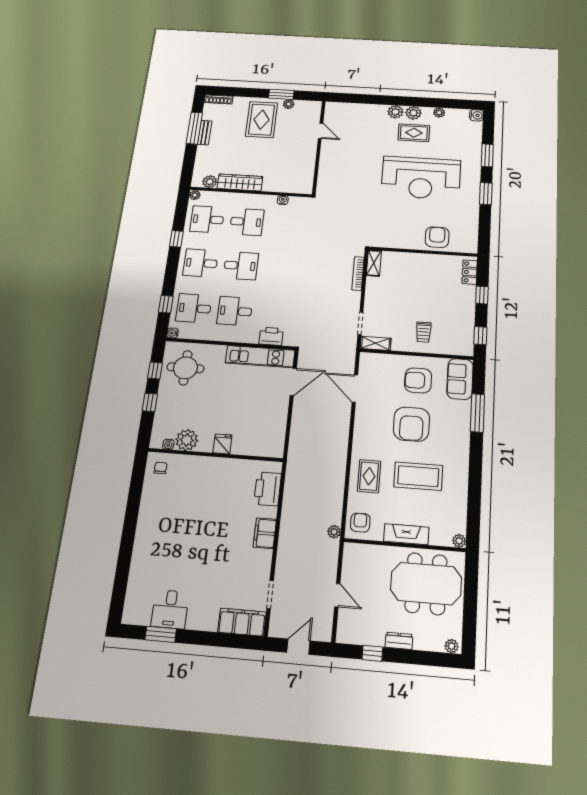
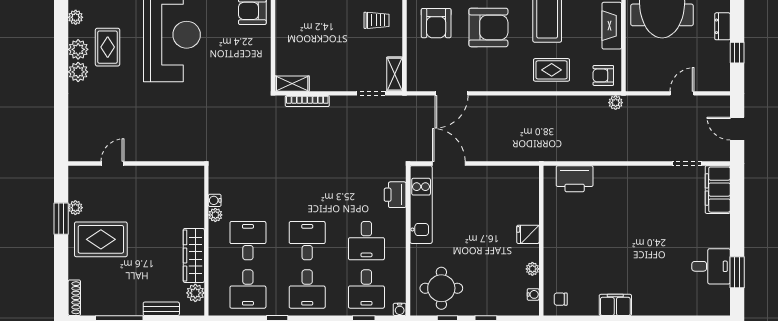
bench: (205, 133) -> (161, 309), moved
plant: (195, 195) -> (215, 215), moved
plant: (187, 440) -> (532, 269), width x0.53, depth x0.53
filing cabinet: (265, 533) -> (615, 305), moved, turned 180

